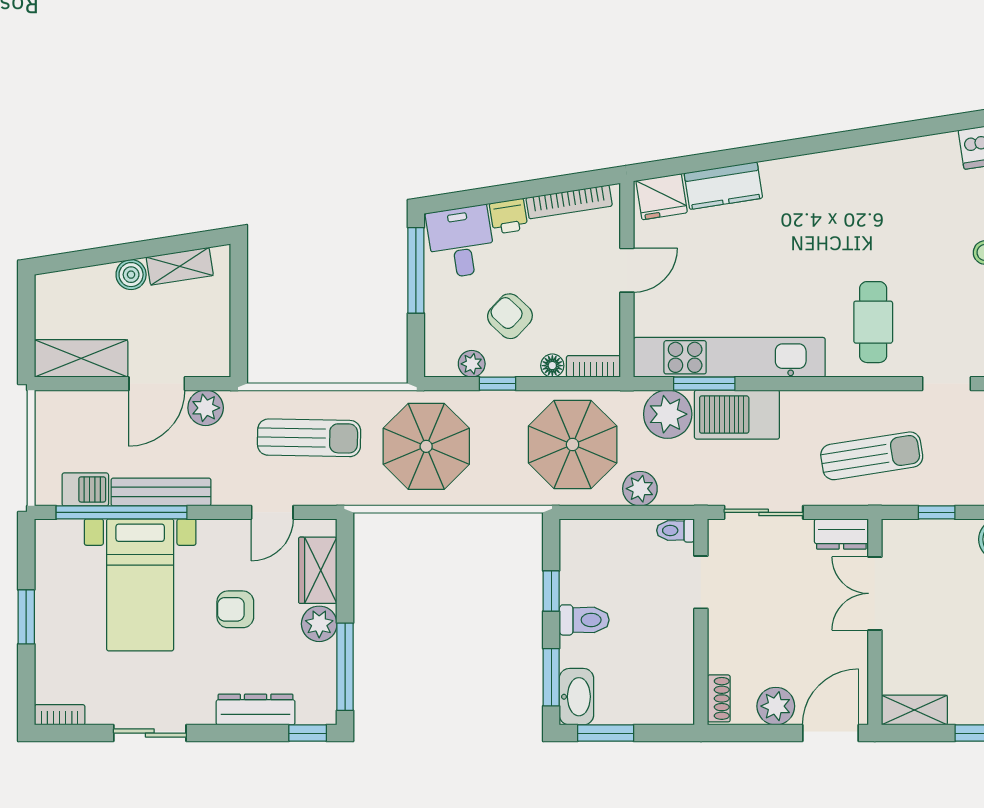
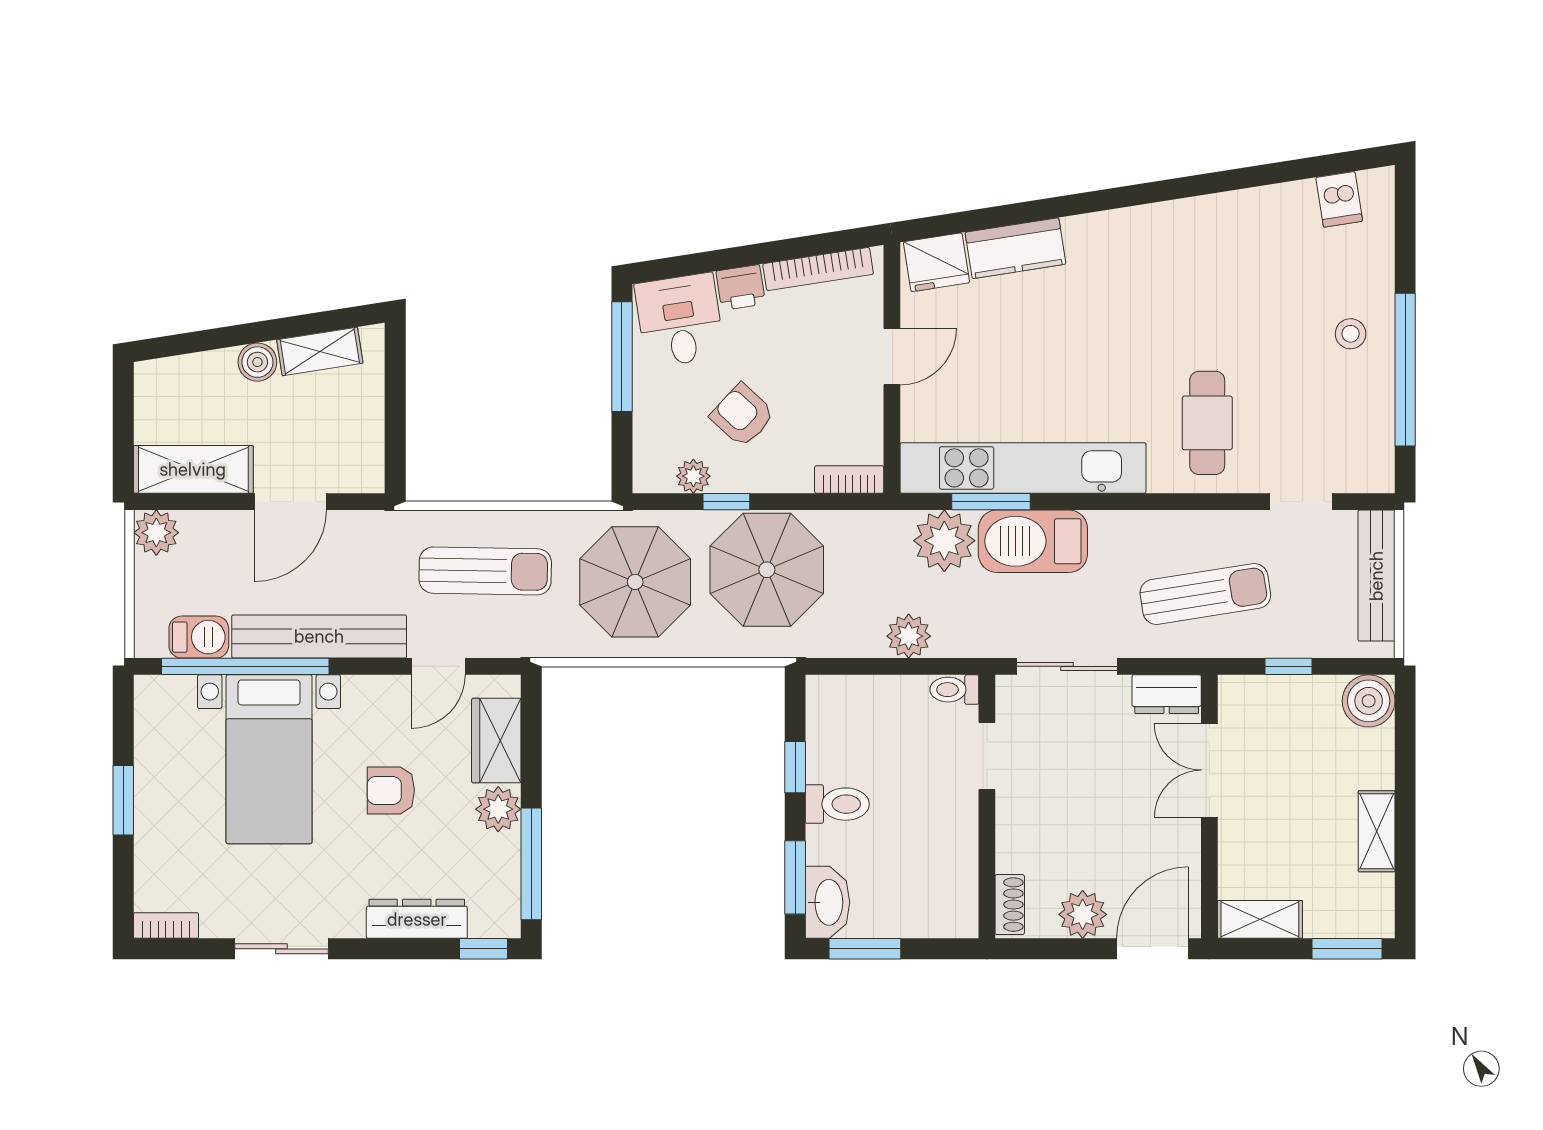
floor lamp: (552, 366) -> (797, 479), removed
plant: (206, 408) -> (156, 533), moved
parasol: (573, 444) -> (767, 570), moved
bench: (161, 492) -> (319, 636), width x1.37, depth x1.21

